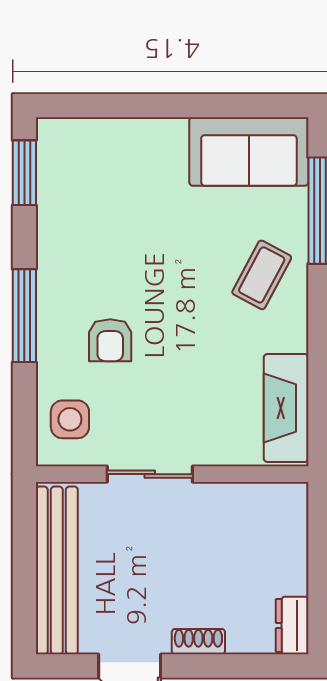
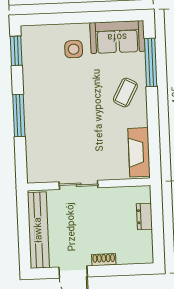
armchair: (110, 340) -> (58, 125), removed
side table: (70, 419) -> (74, 49), moved
dresser: (292, 626) -> (144, 216), moved

